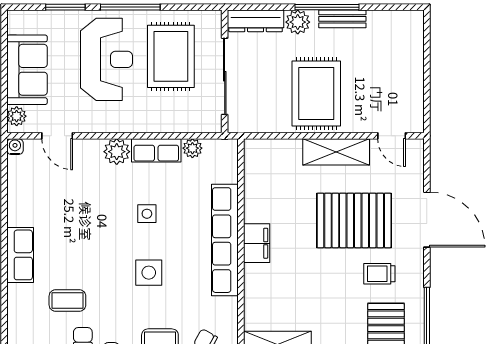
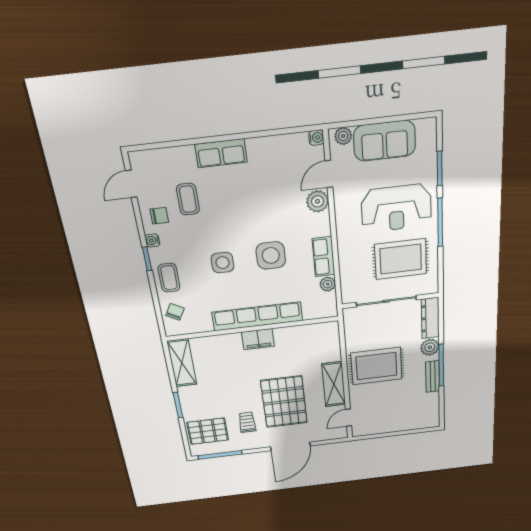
plant: (117, 152) -> (318, 201), moved
side table: (147, 214) -> (271, 255), width x1.87, depth x1.87

